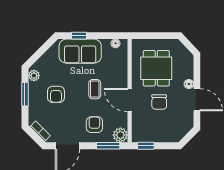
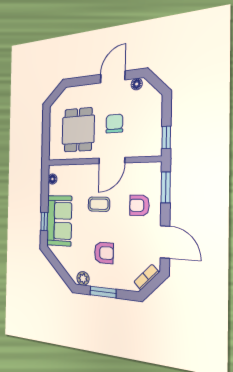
dining table: (156, 68) -> (78, 130), turned 90
floor lamp: (189, 84) -> (137, 84), moved
chair: (159, 102) -> (114, 124), turned -90
plant: (120, 135) -> (153, 171), removed

